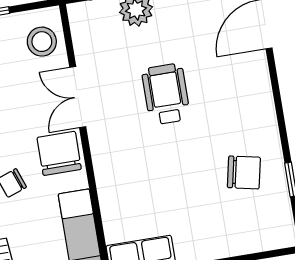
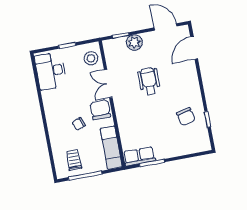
chair: (244, 172) -> (186, 117), turned 65

